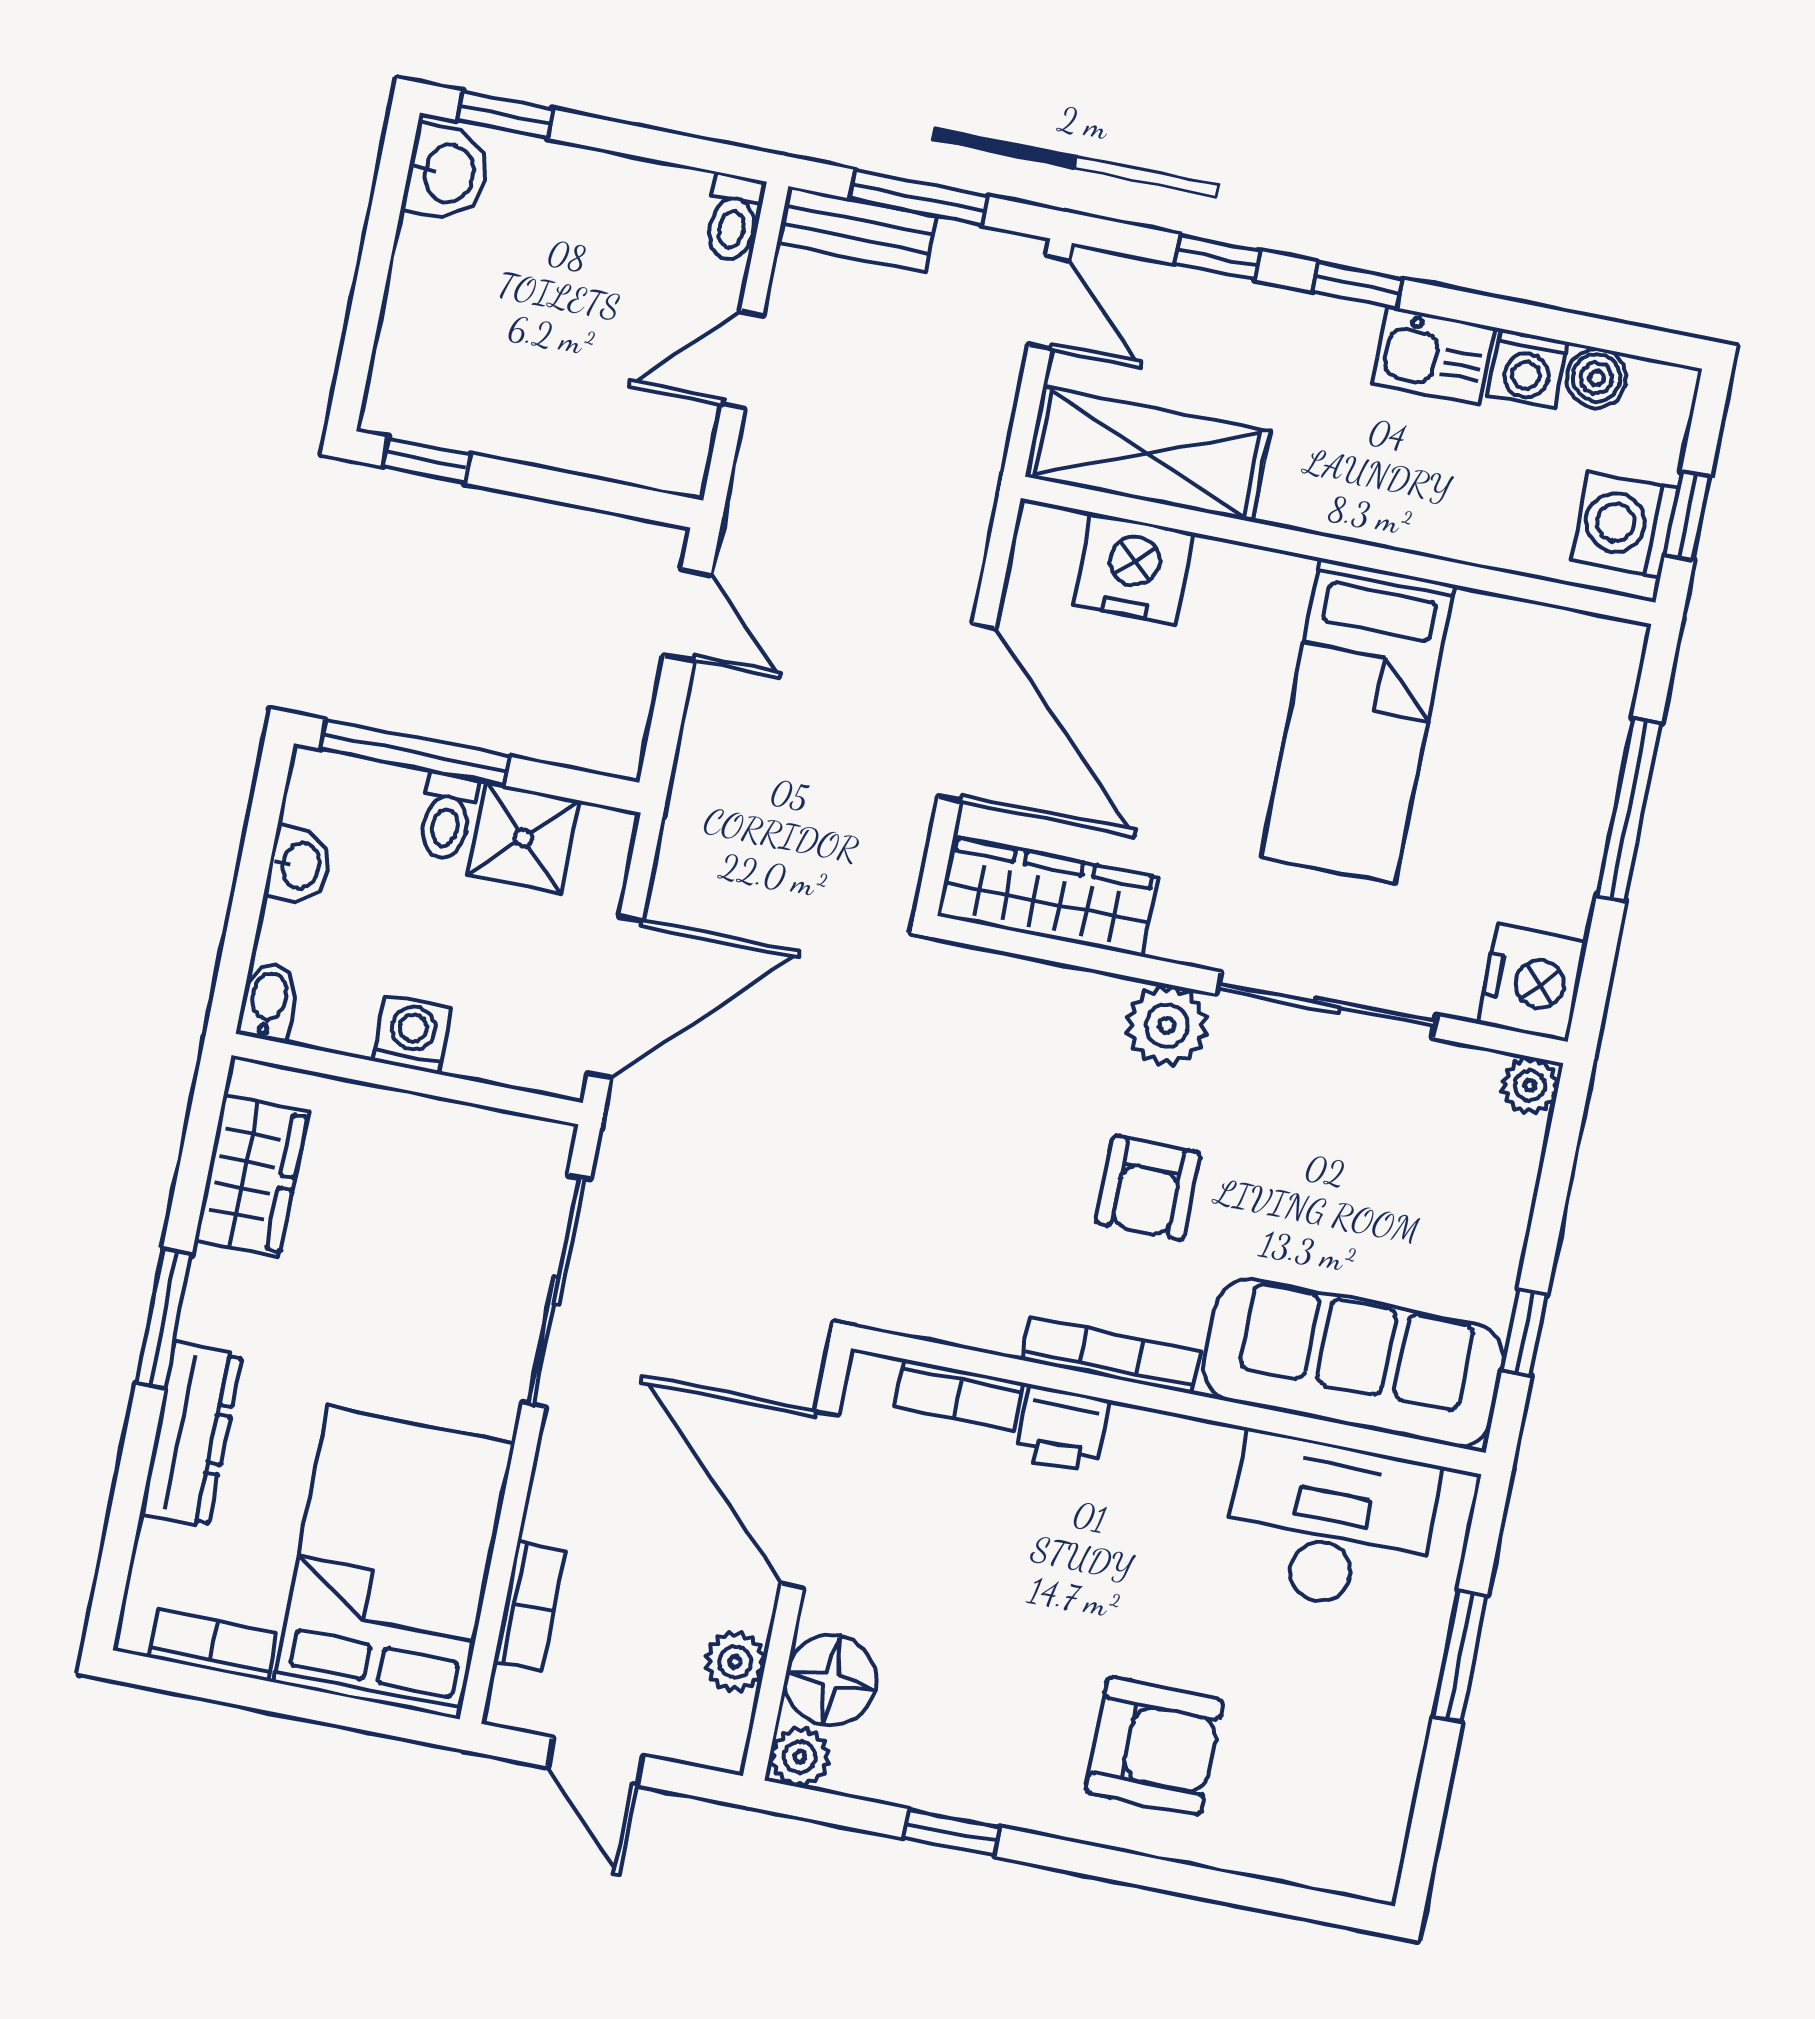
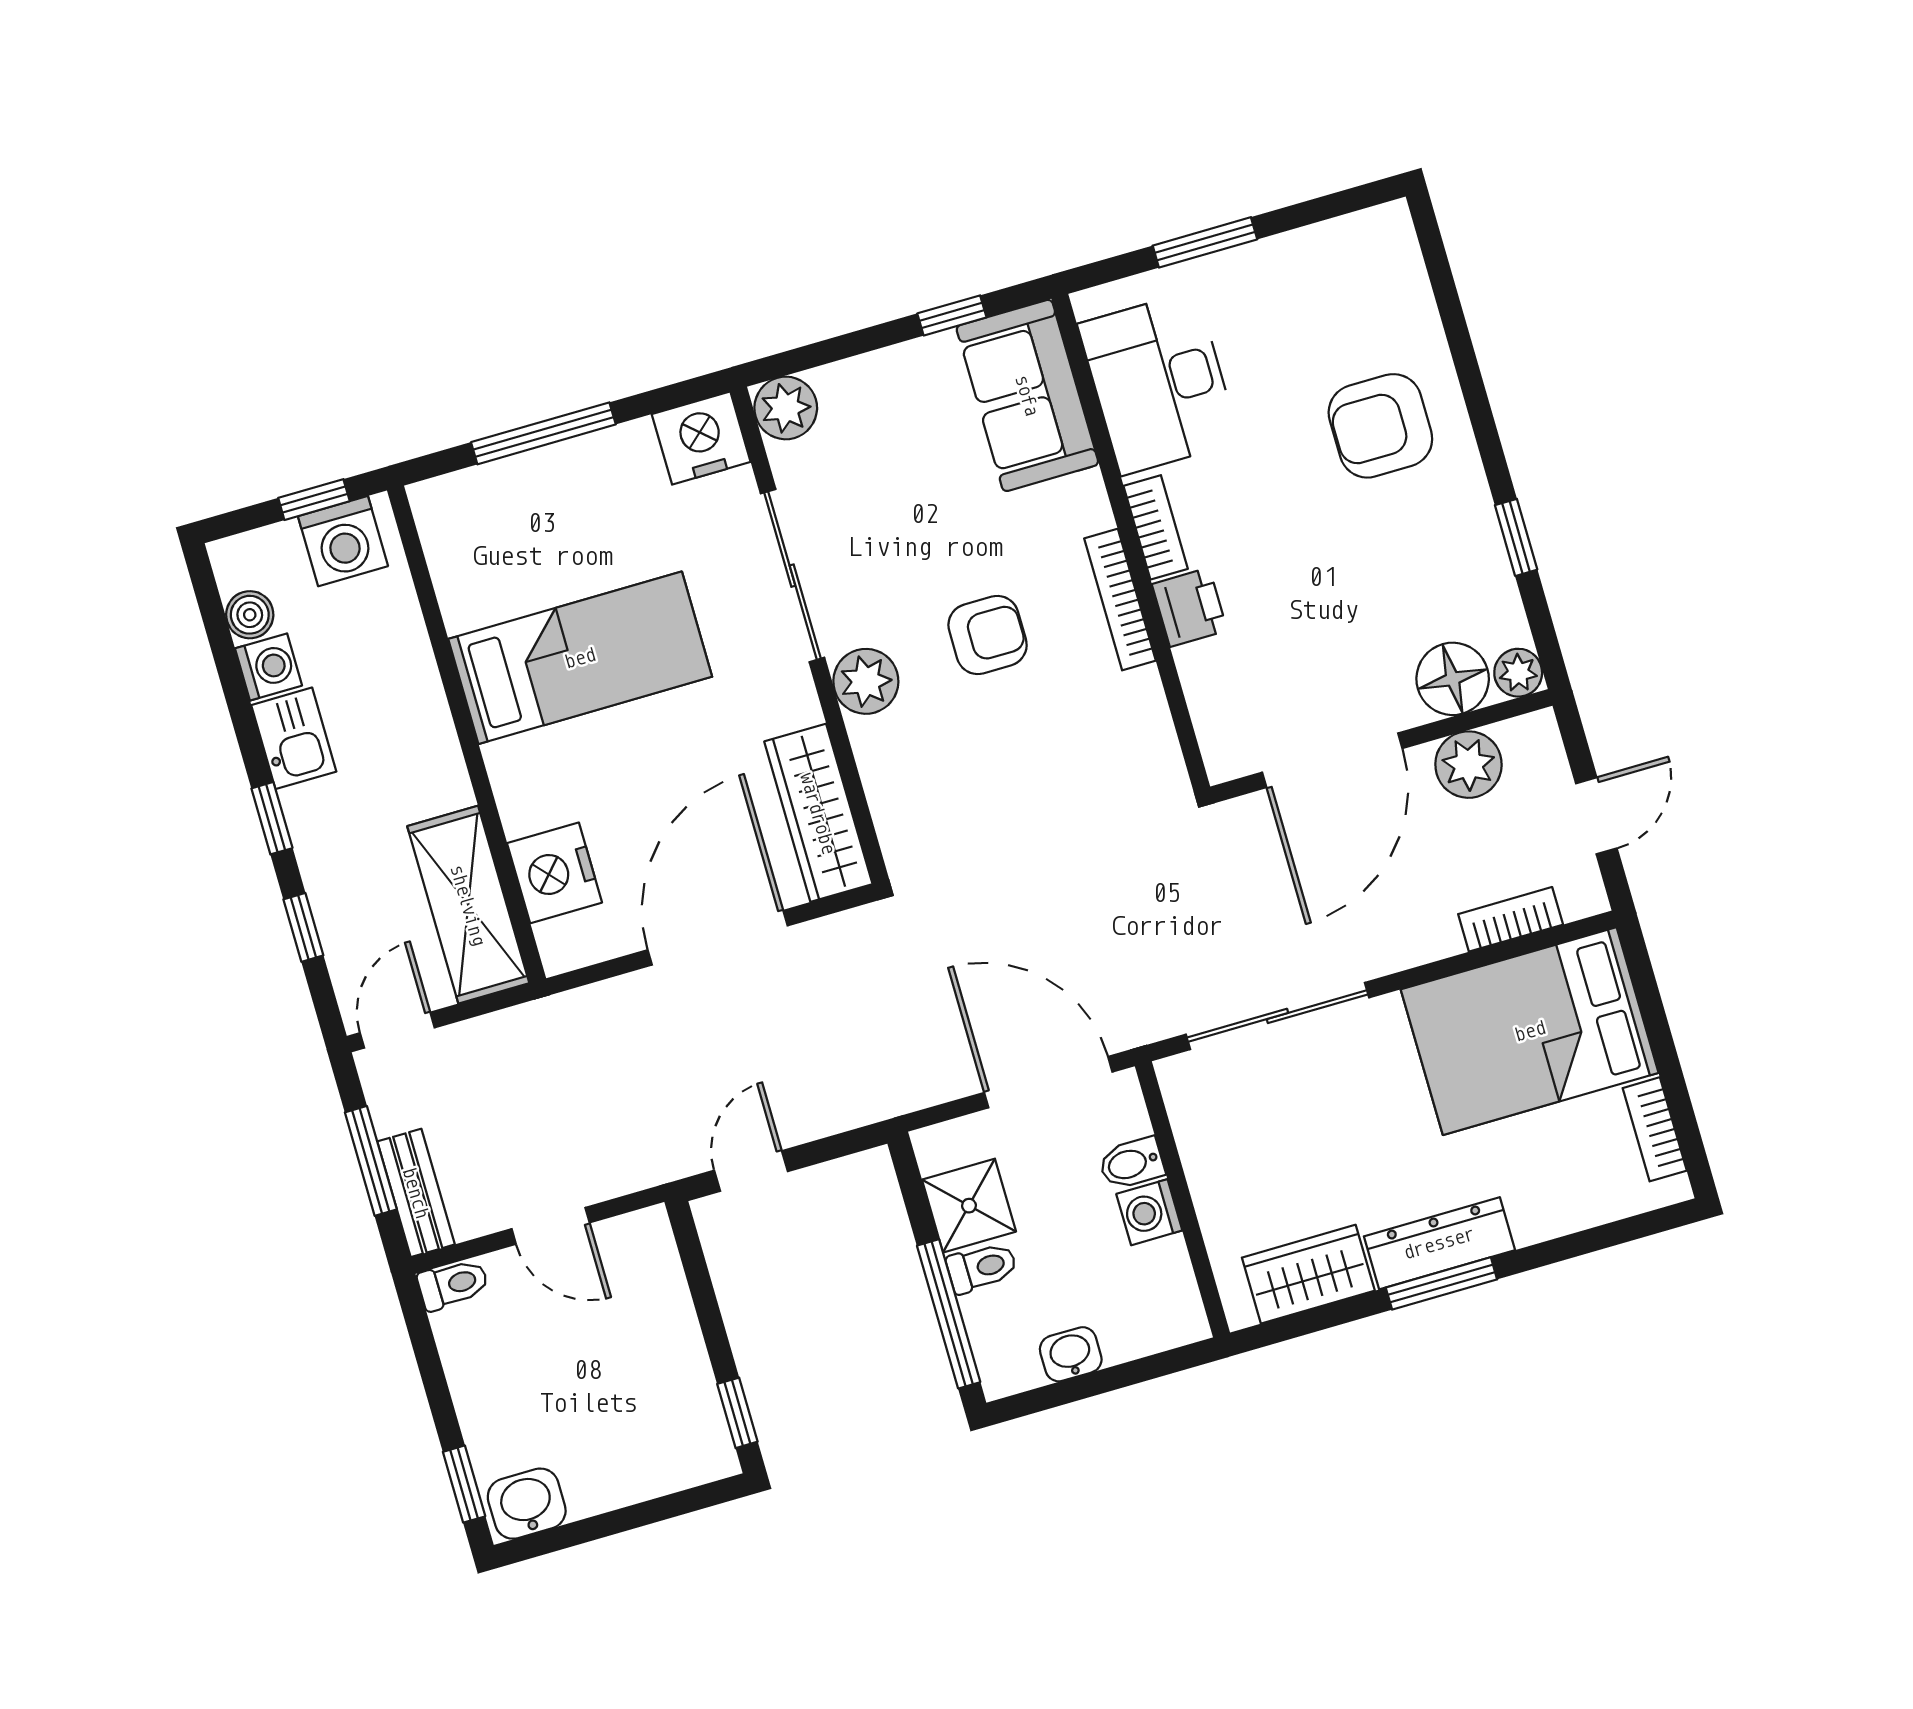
bidet: (268, 1001) -> (1131, 1163), moved
plant: (1530, 1086) -> (786, 408), width x1.38, depth x1.38
sofa: (1354, 1363) -> (1027, 395), width x0.73
bookcase: (959, 1395) -> (1156, 527), moved
dresser: (191, 1434) -> (1439, 1243), moved
plant: (735, 1662) -> (1468, 765), width x1.38, depth x1.38
armchair: (1154, 1746) -> (1380, 426), turned -90

